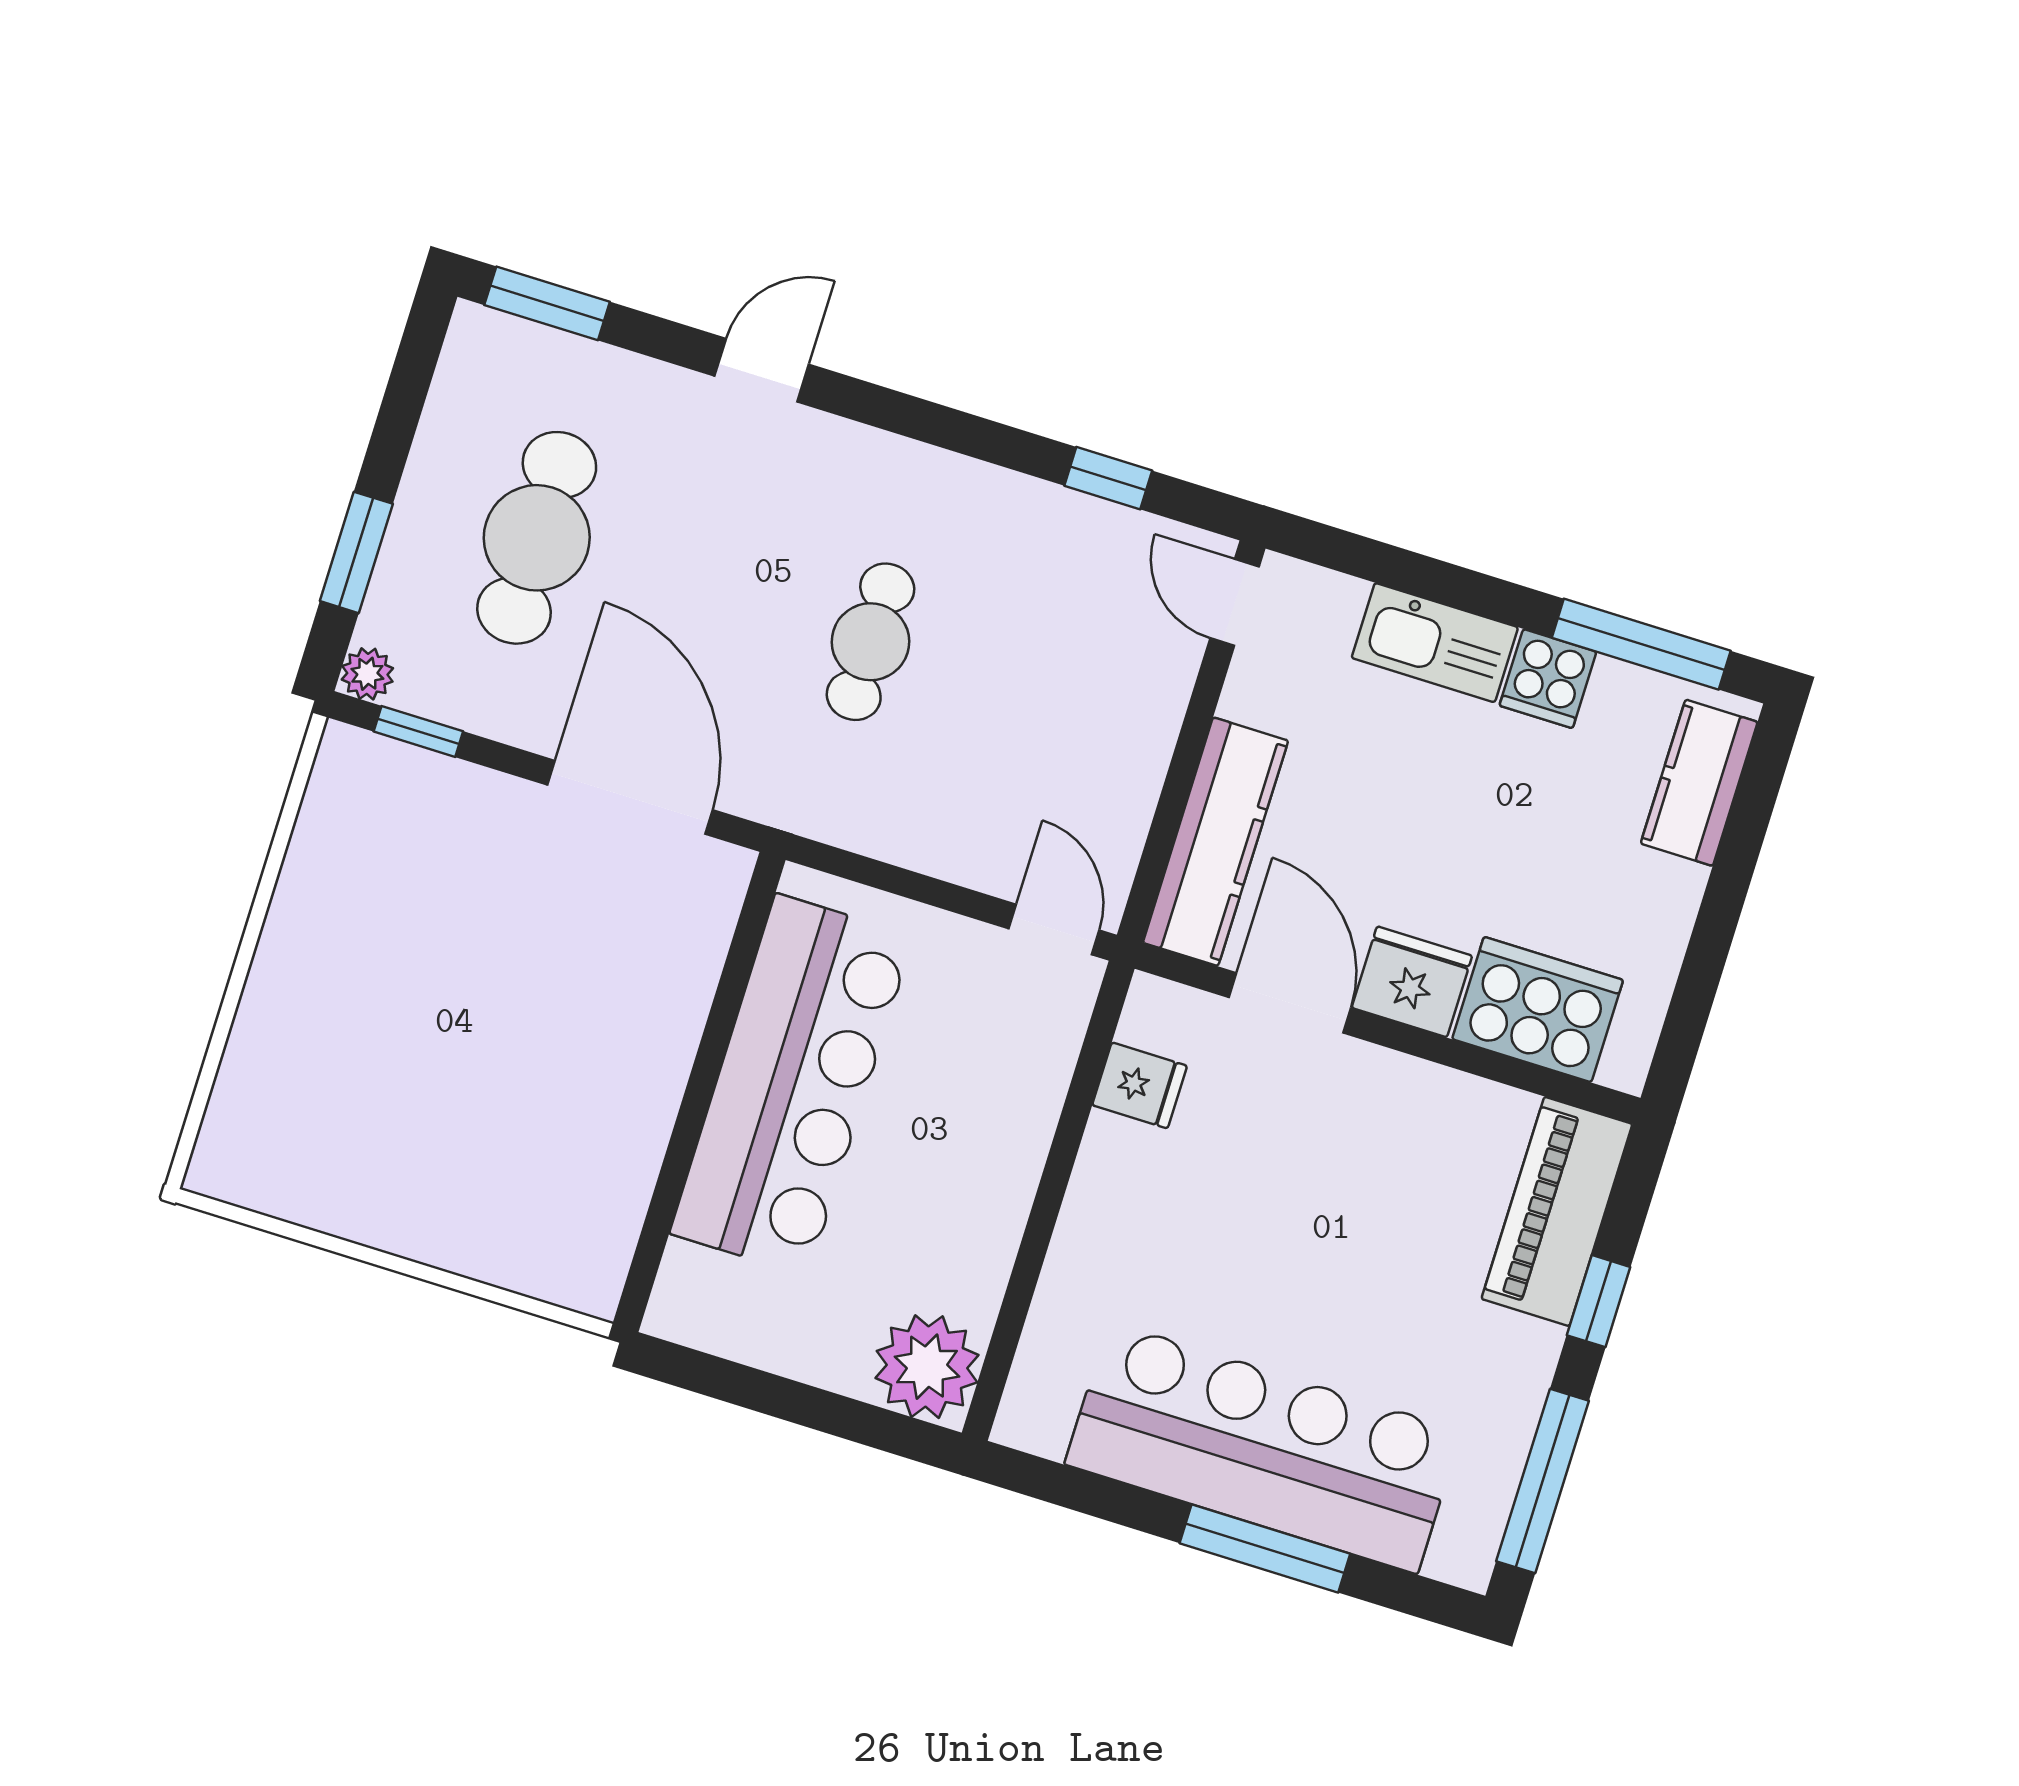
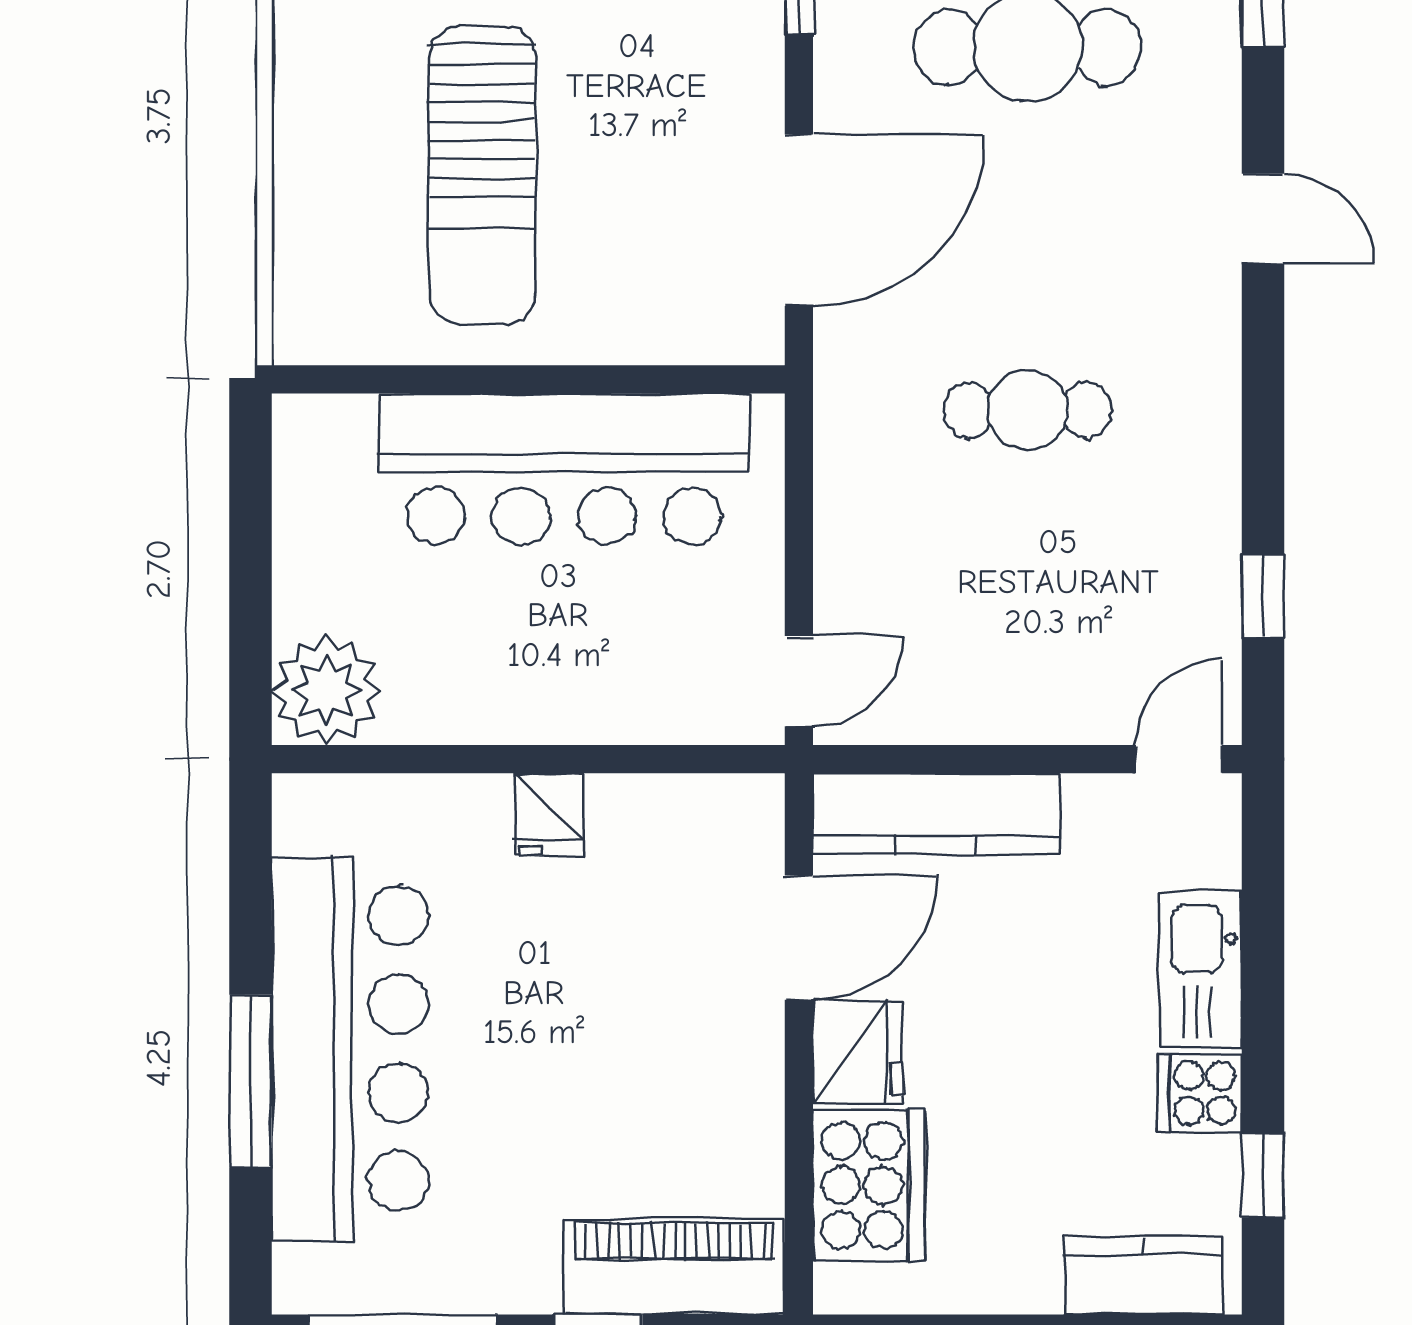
window: (1641, 644) -> (1263, 1175), width x0.46
sun lounger: (498, 1076) -> (482, 175), added
fridge: (1140, 1085) -> (549, 814), moved

